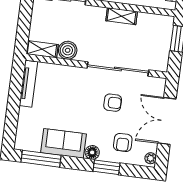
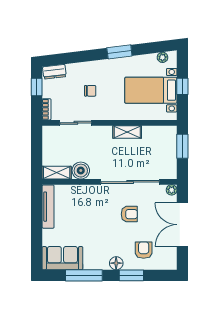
armchair: (123, 142) -> (144, 250), turned 180
sofa: (64, 143) -> (62, 258), moved
plant: (151, 158) -> (172, 190), moved
window: (41, 159) -> (84, 275), moved

